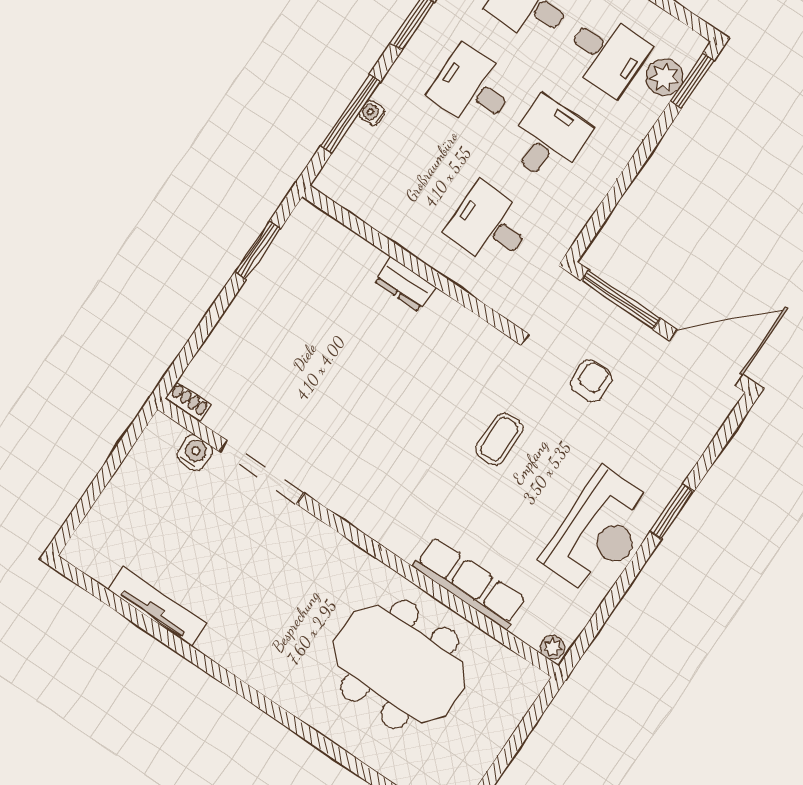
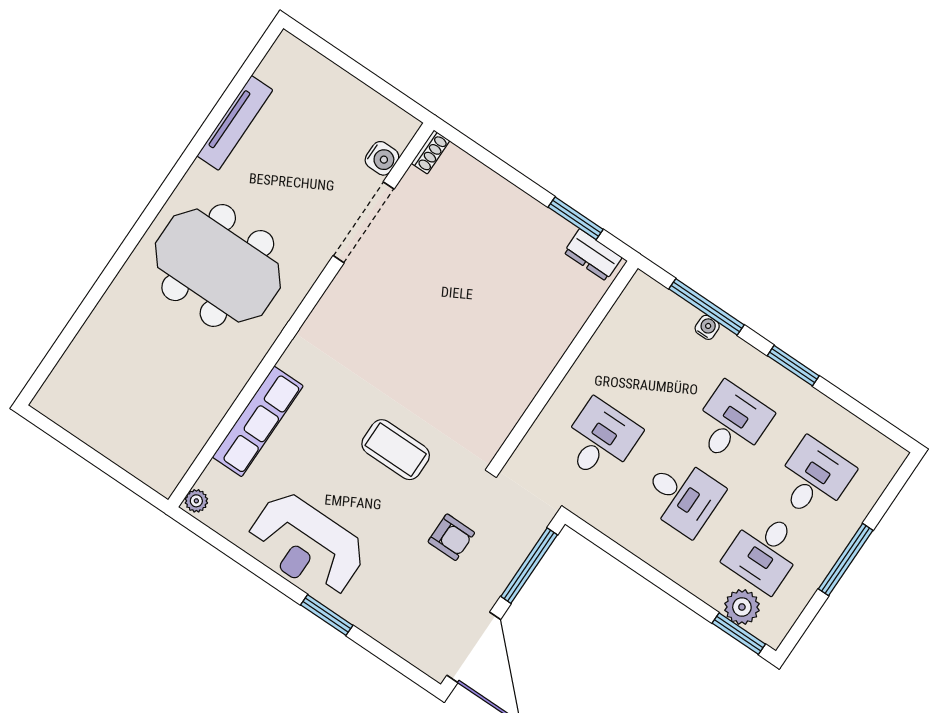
dresser: (405, 284) -> (593, 255), moved, turned -90
coffee table: (499, 439) -> (396, 450), width x1.36, depth x1.30
meeting table: (400, 664) -> (218, 266), moved, turned 90

